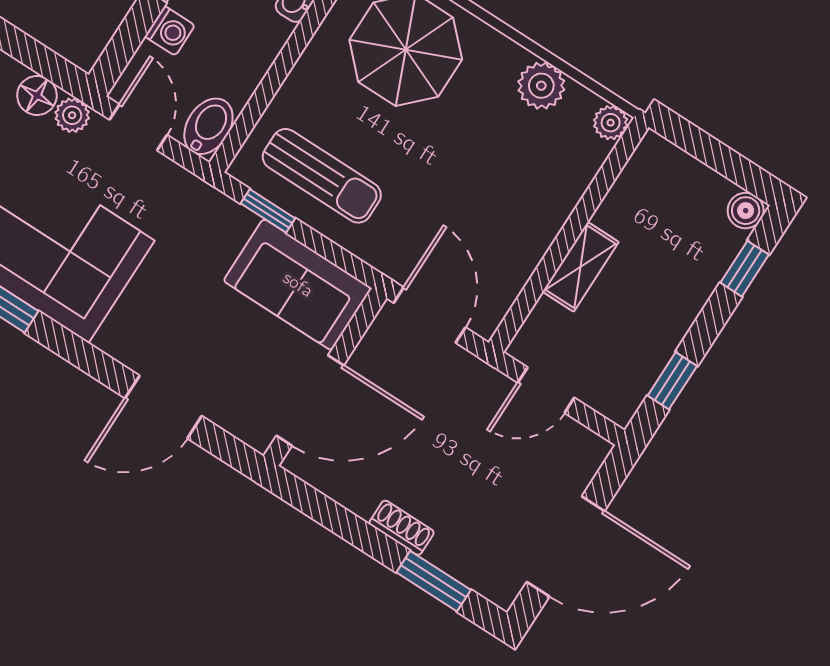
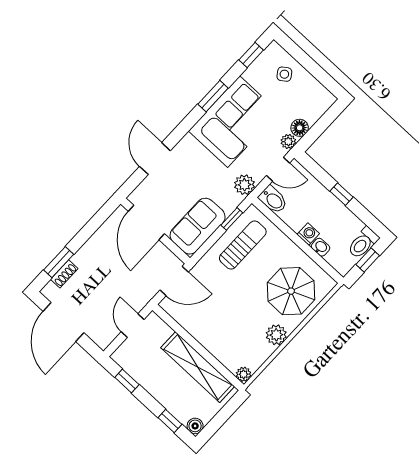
washing machine: (170, 31) -> (308, 234), moved, turned 180
plant: (541, 86) -> (276, 335), moved
sun lounger: (322, 176) -> (243, 245), turned 180
plant: (186, 196) -> (244, 185), added
shelving: (581, 267) -> (198, 367), width x2.20, depth x1.33
shoe rack: (402, 528) -> (64, 274), moved

